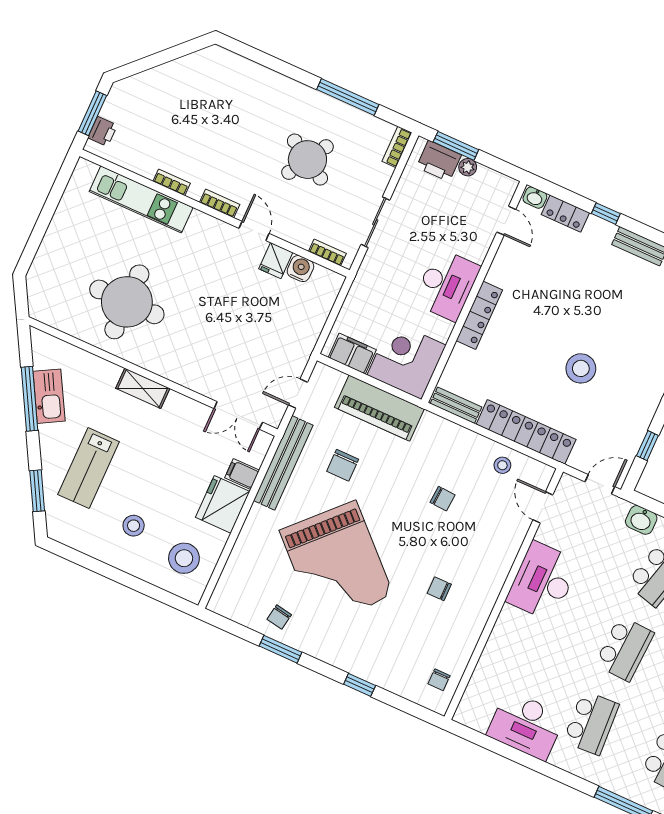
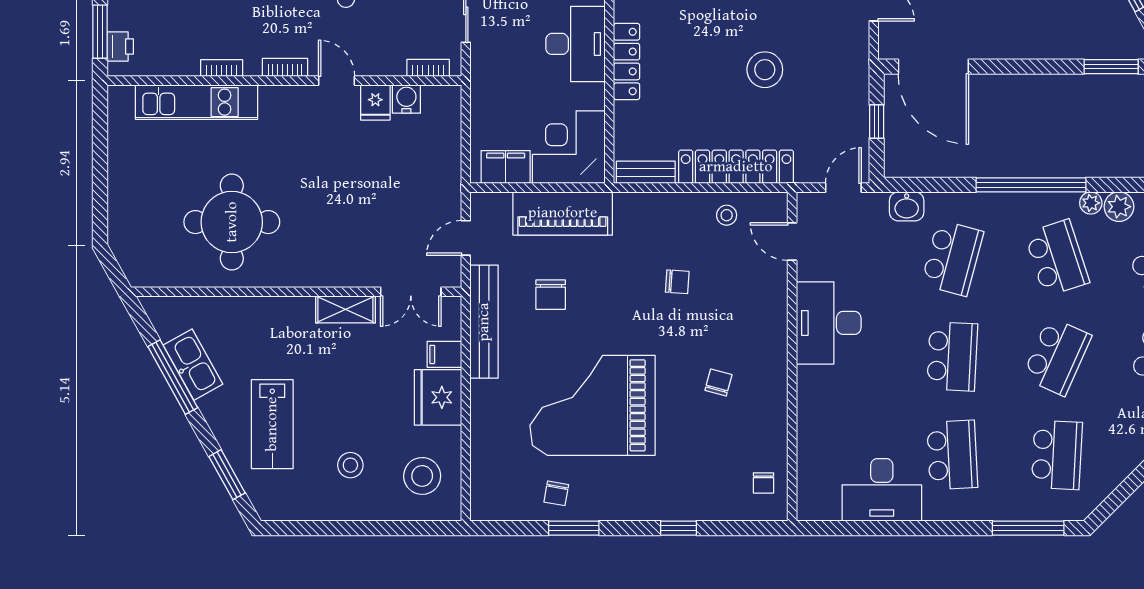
shelving: (143, 388) -> (345, 309), moved
grand piano: (336, 563) -> (592, 405), turned 136
chair: (439, 589) -> (718, 383), turned 105

